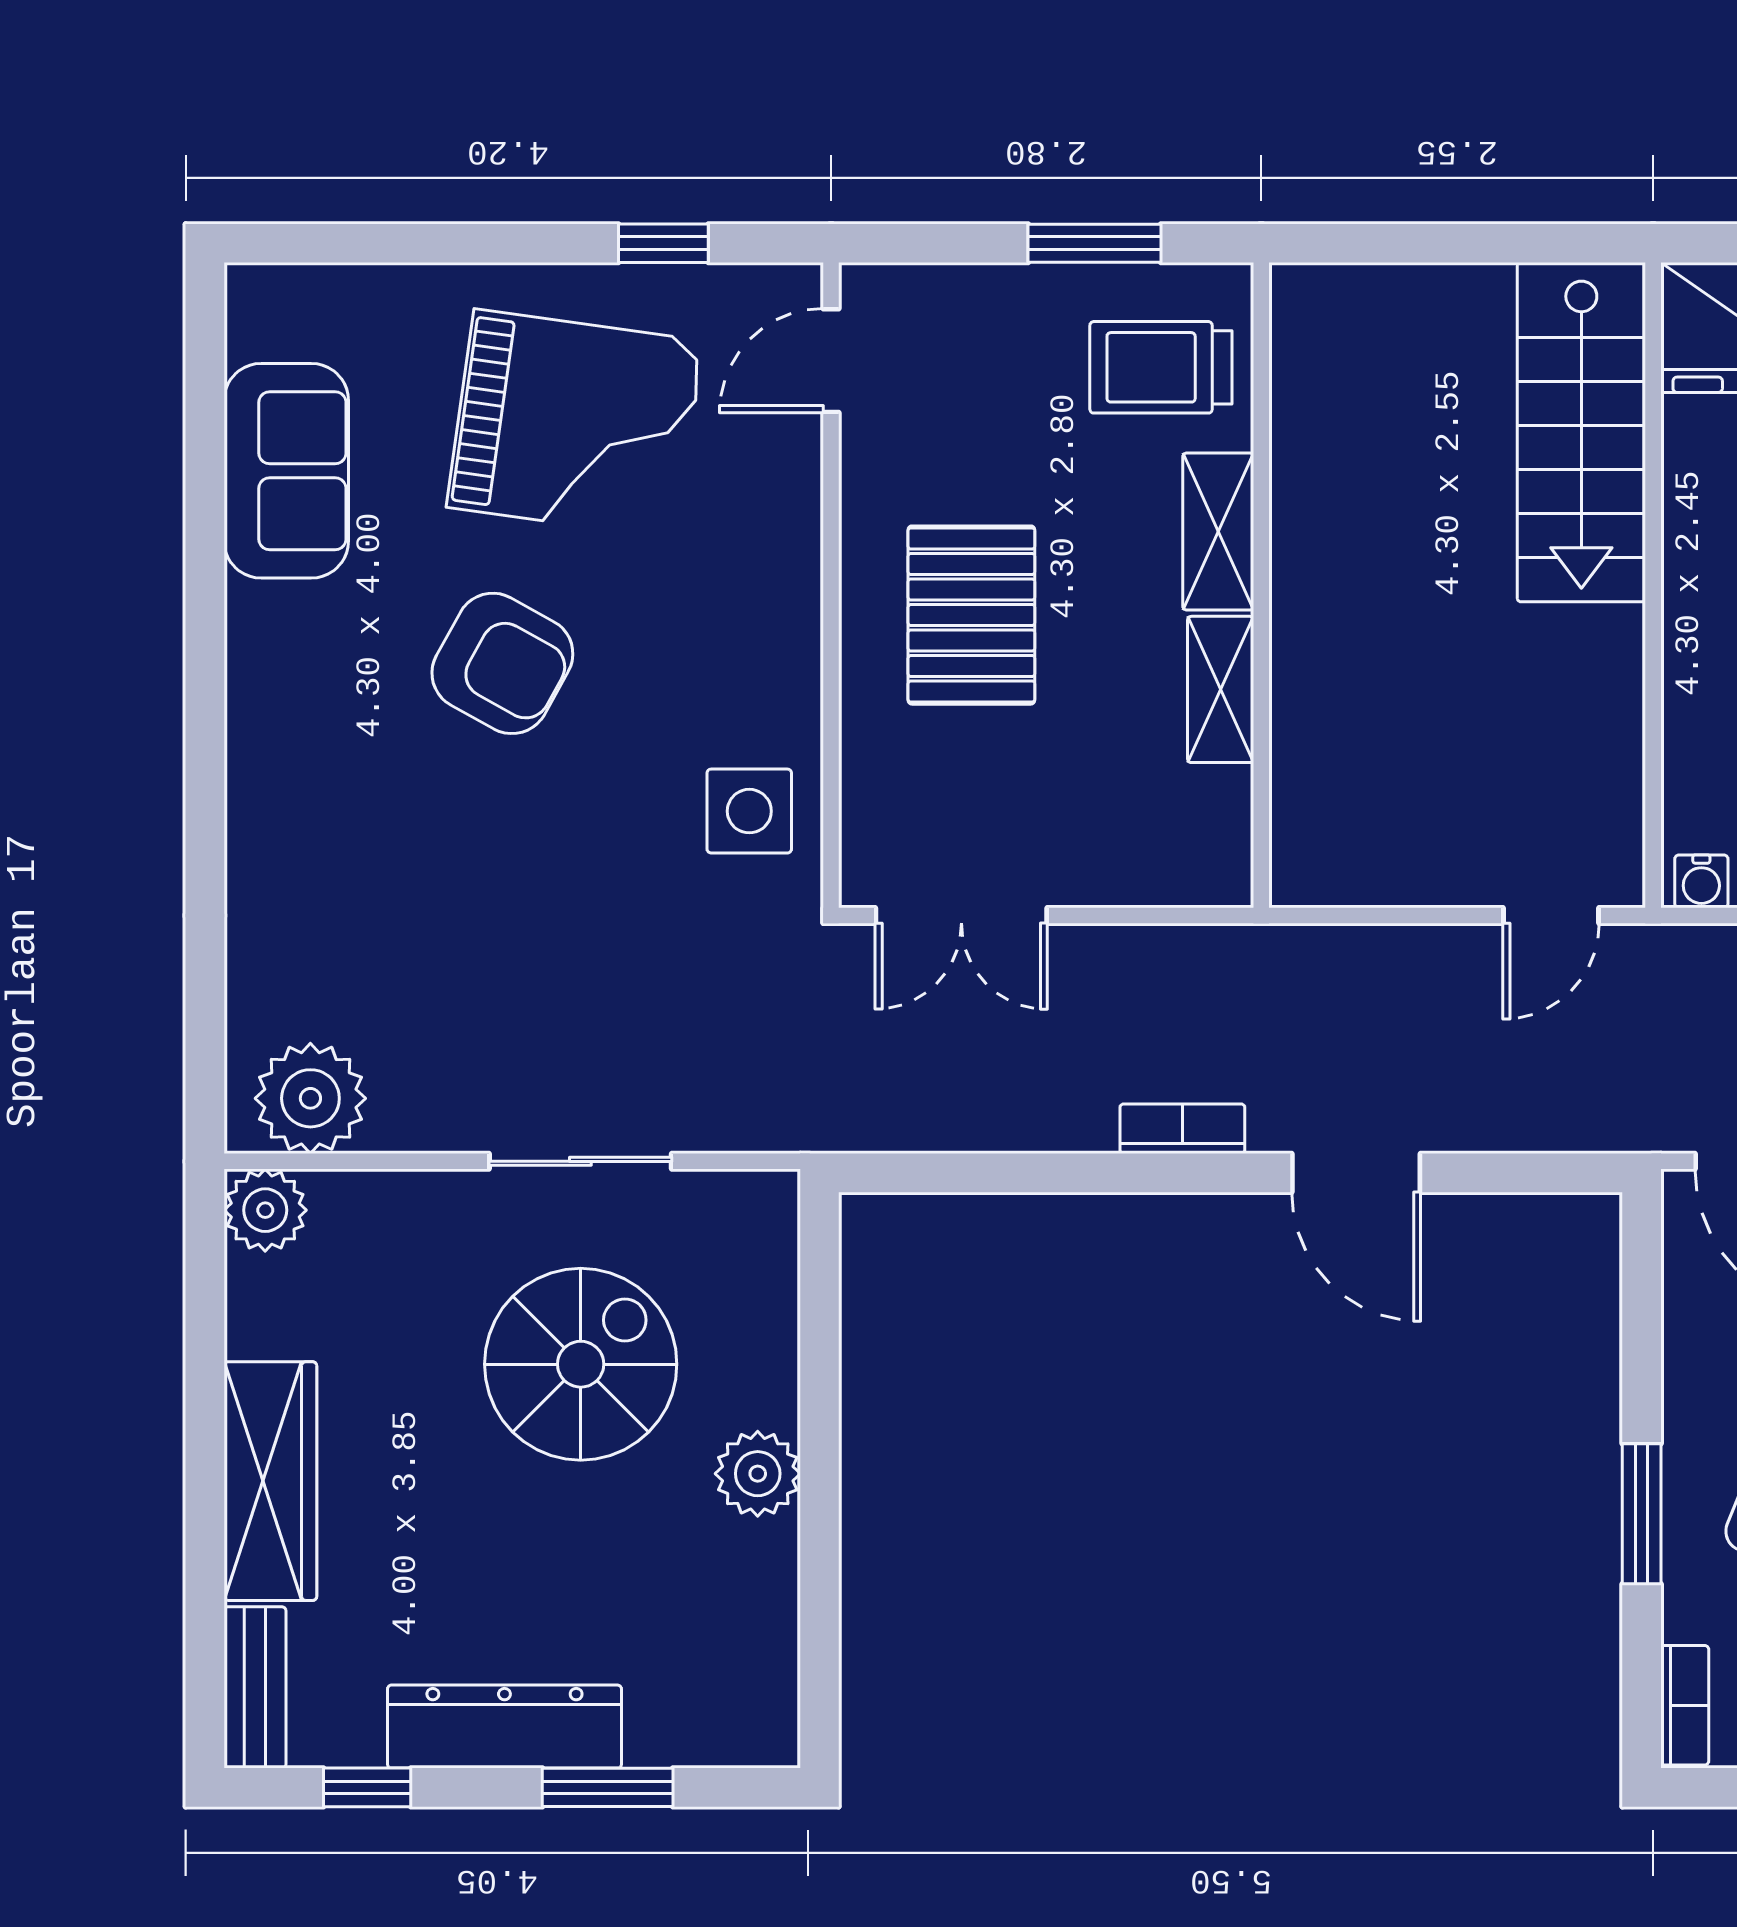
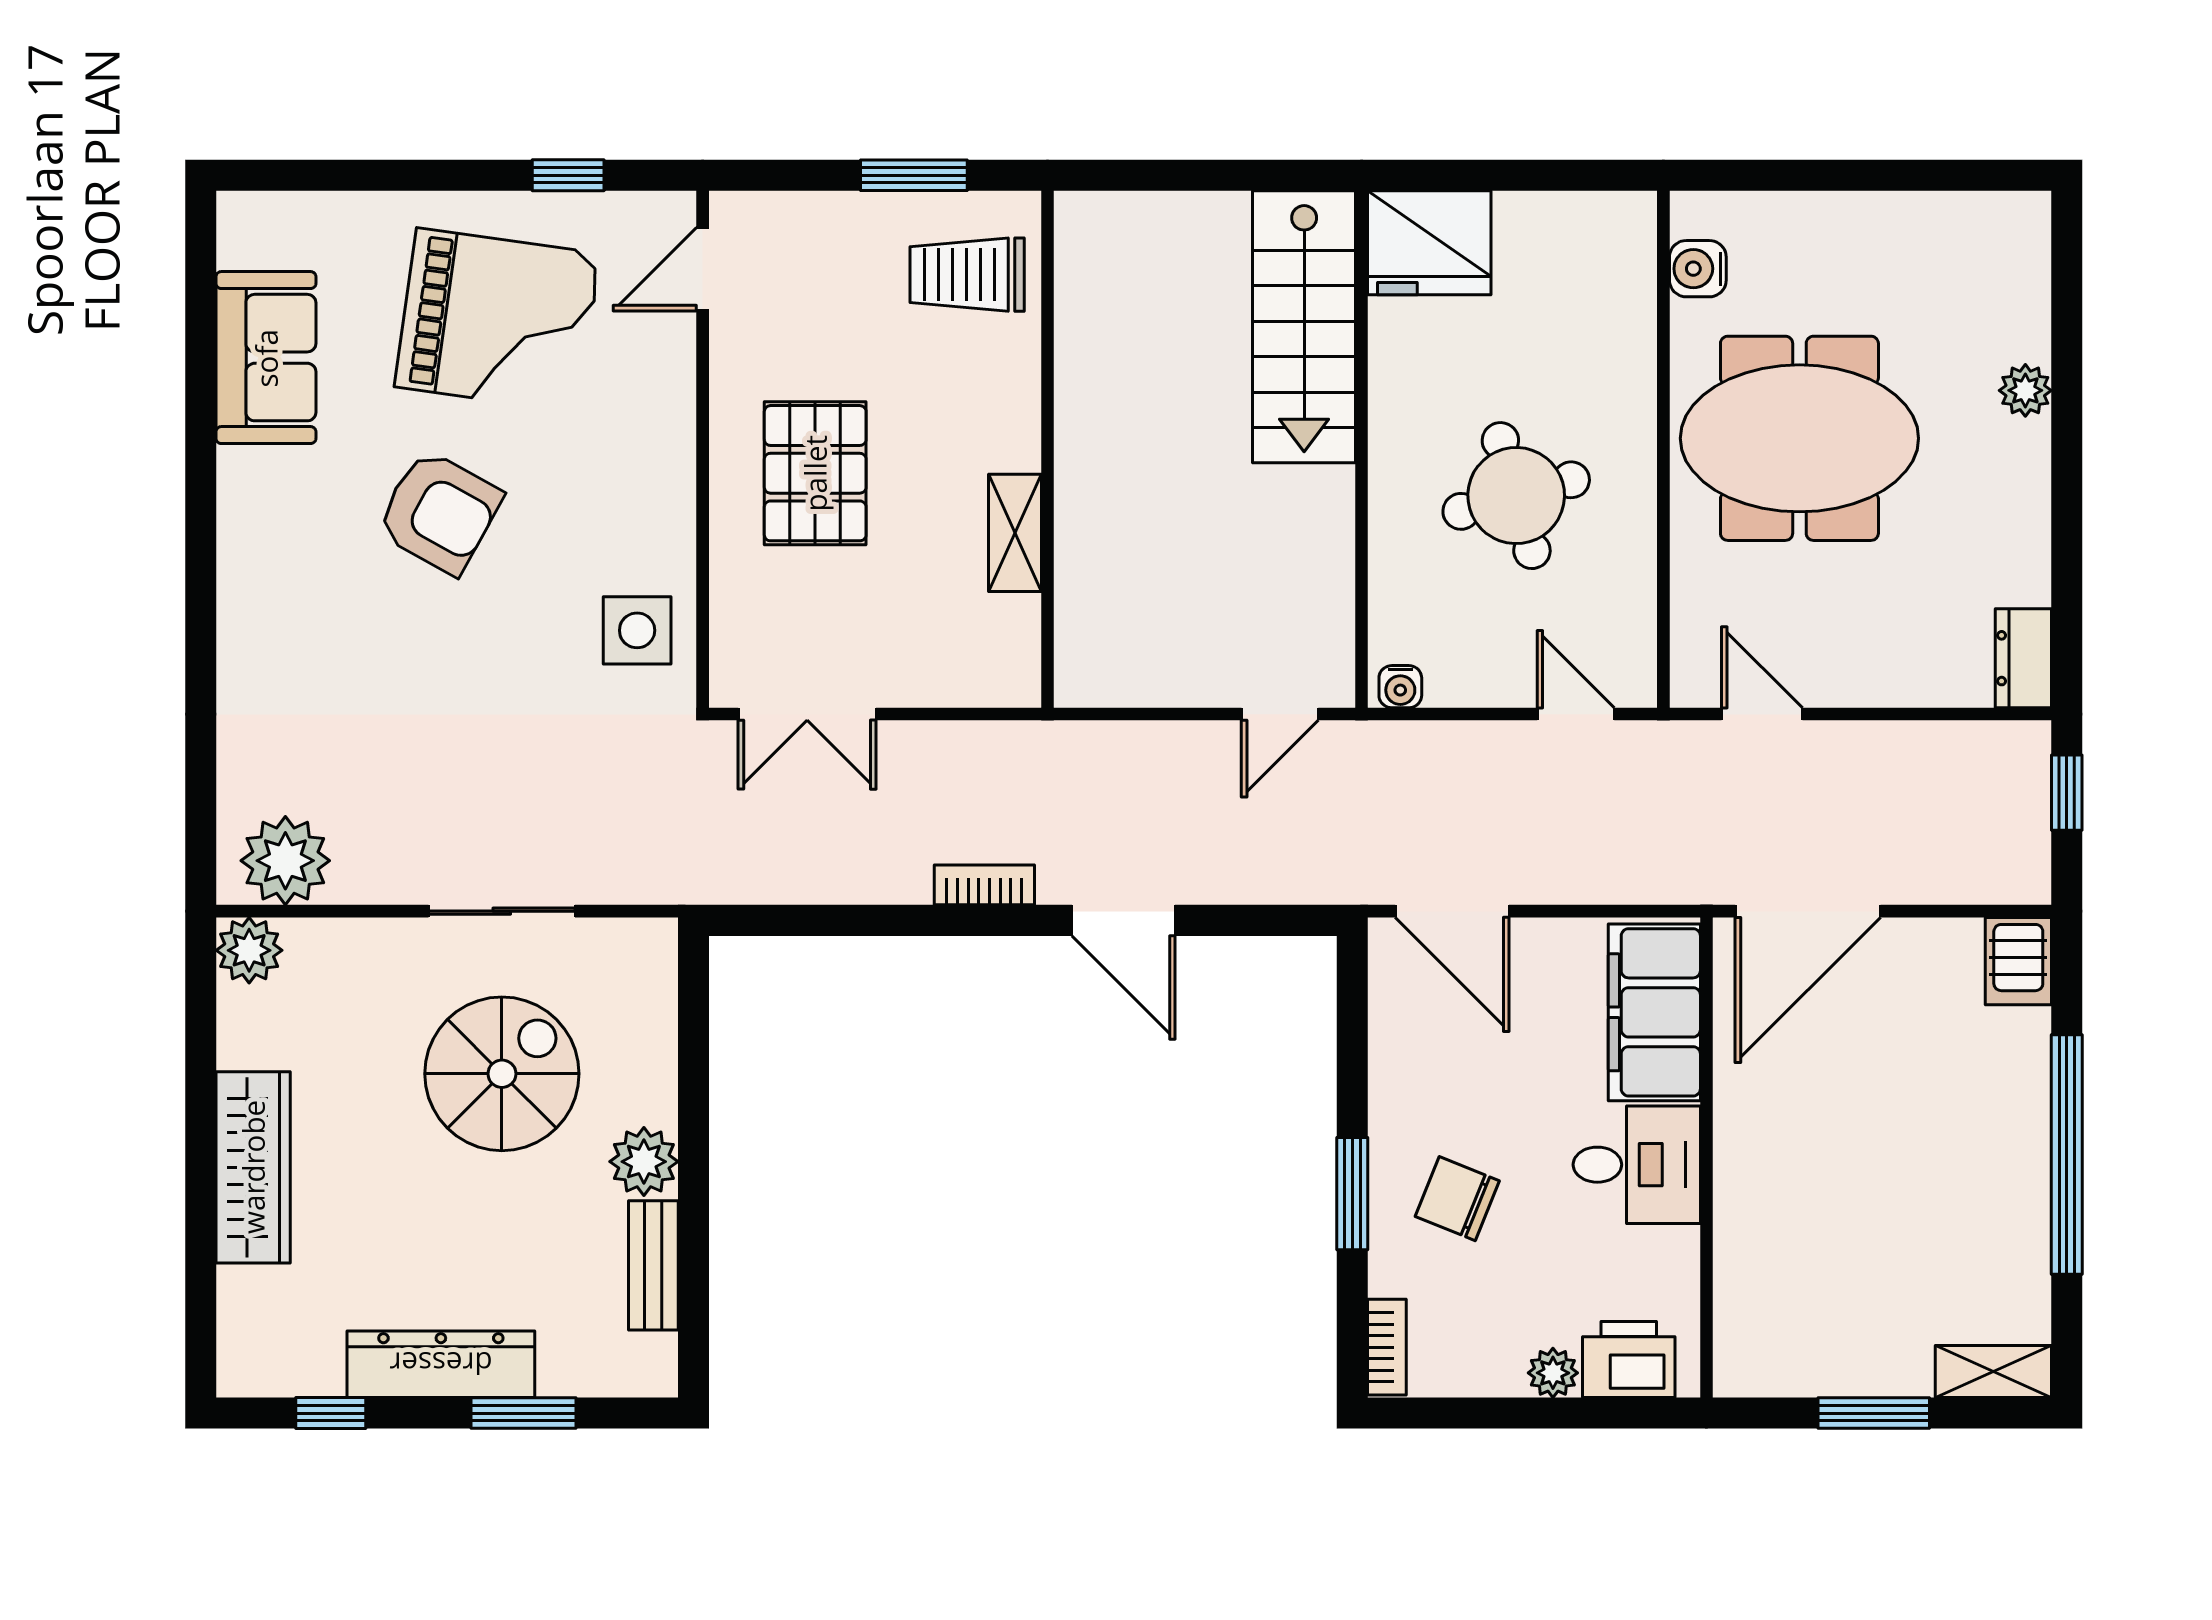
shelving: (1218, 531) -> (1013, 406), removed
bench: (255, 1687) -> (653, 1265), moved

